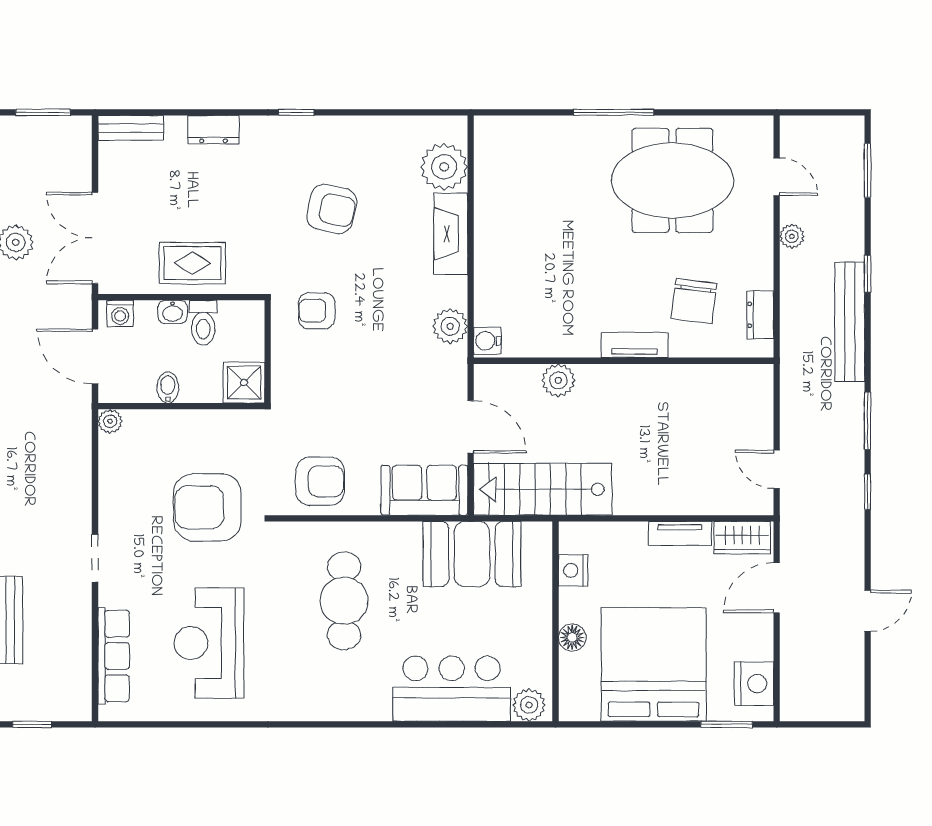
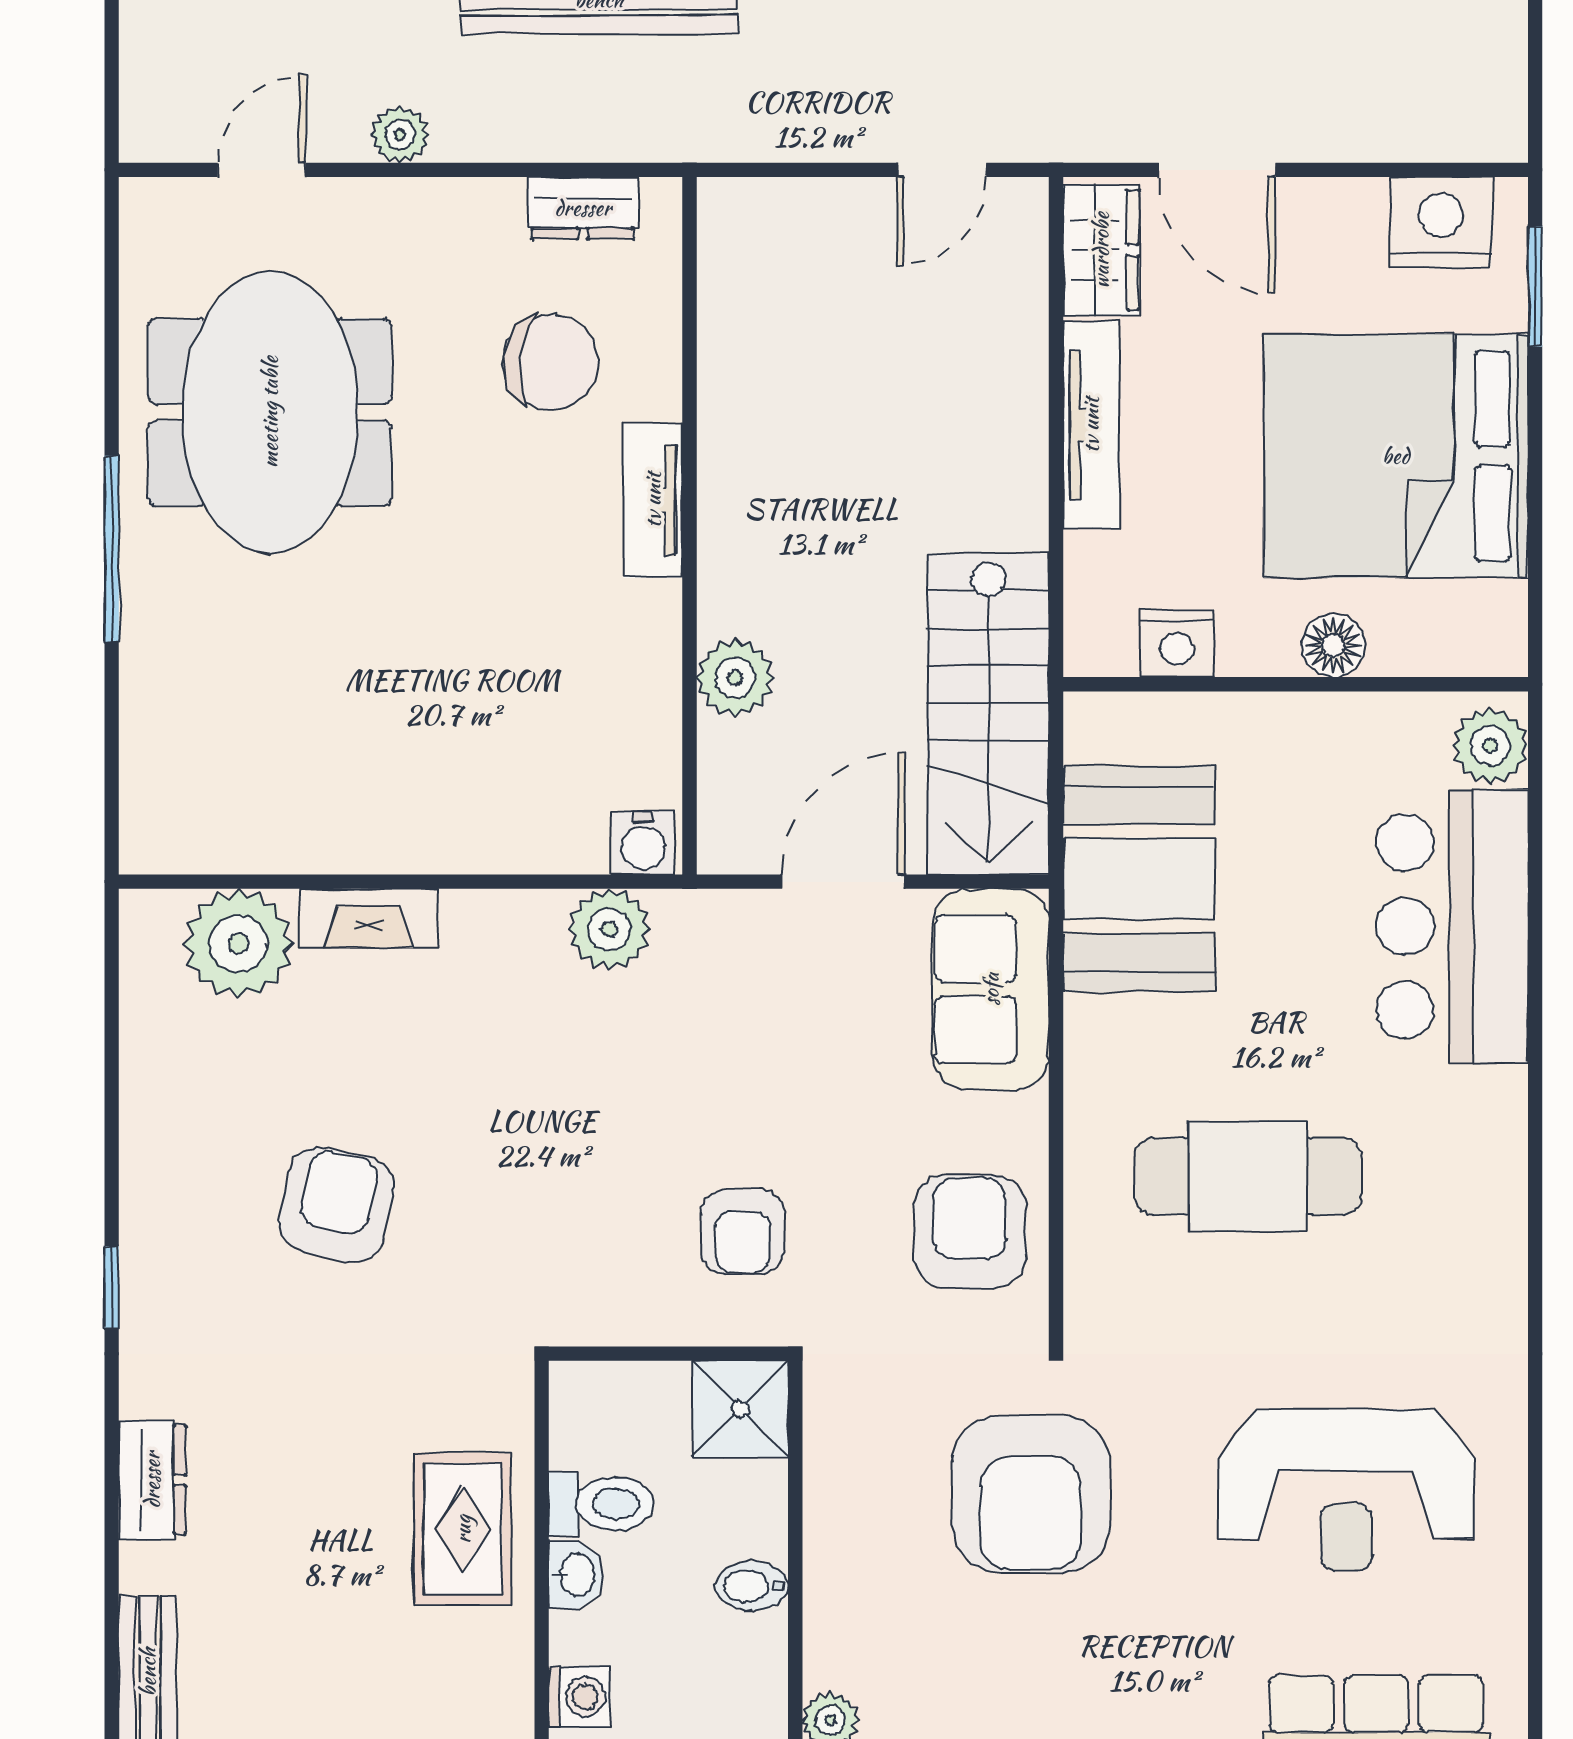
fireplace: (451, 234) -> (369, 918), width x0.73, depth x0.76
armchair: (317, 311) -> (743, 1232), moved
tv unit: (680, 533) -> (1091, 425), width x1.41

